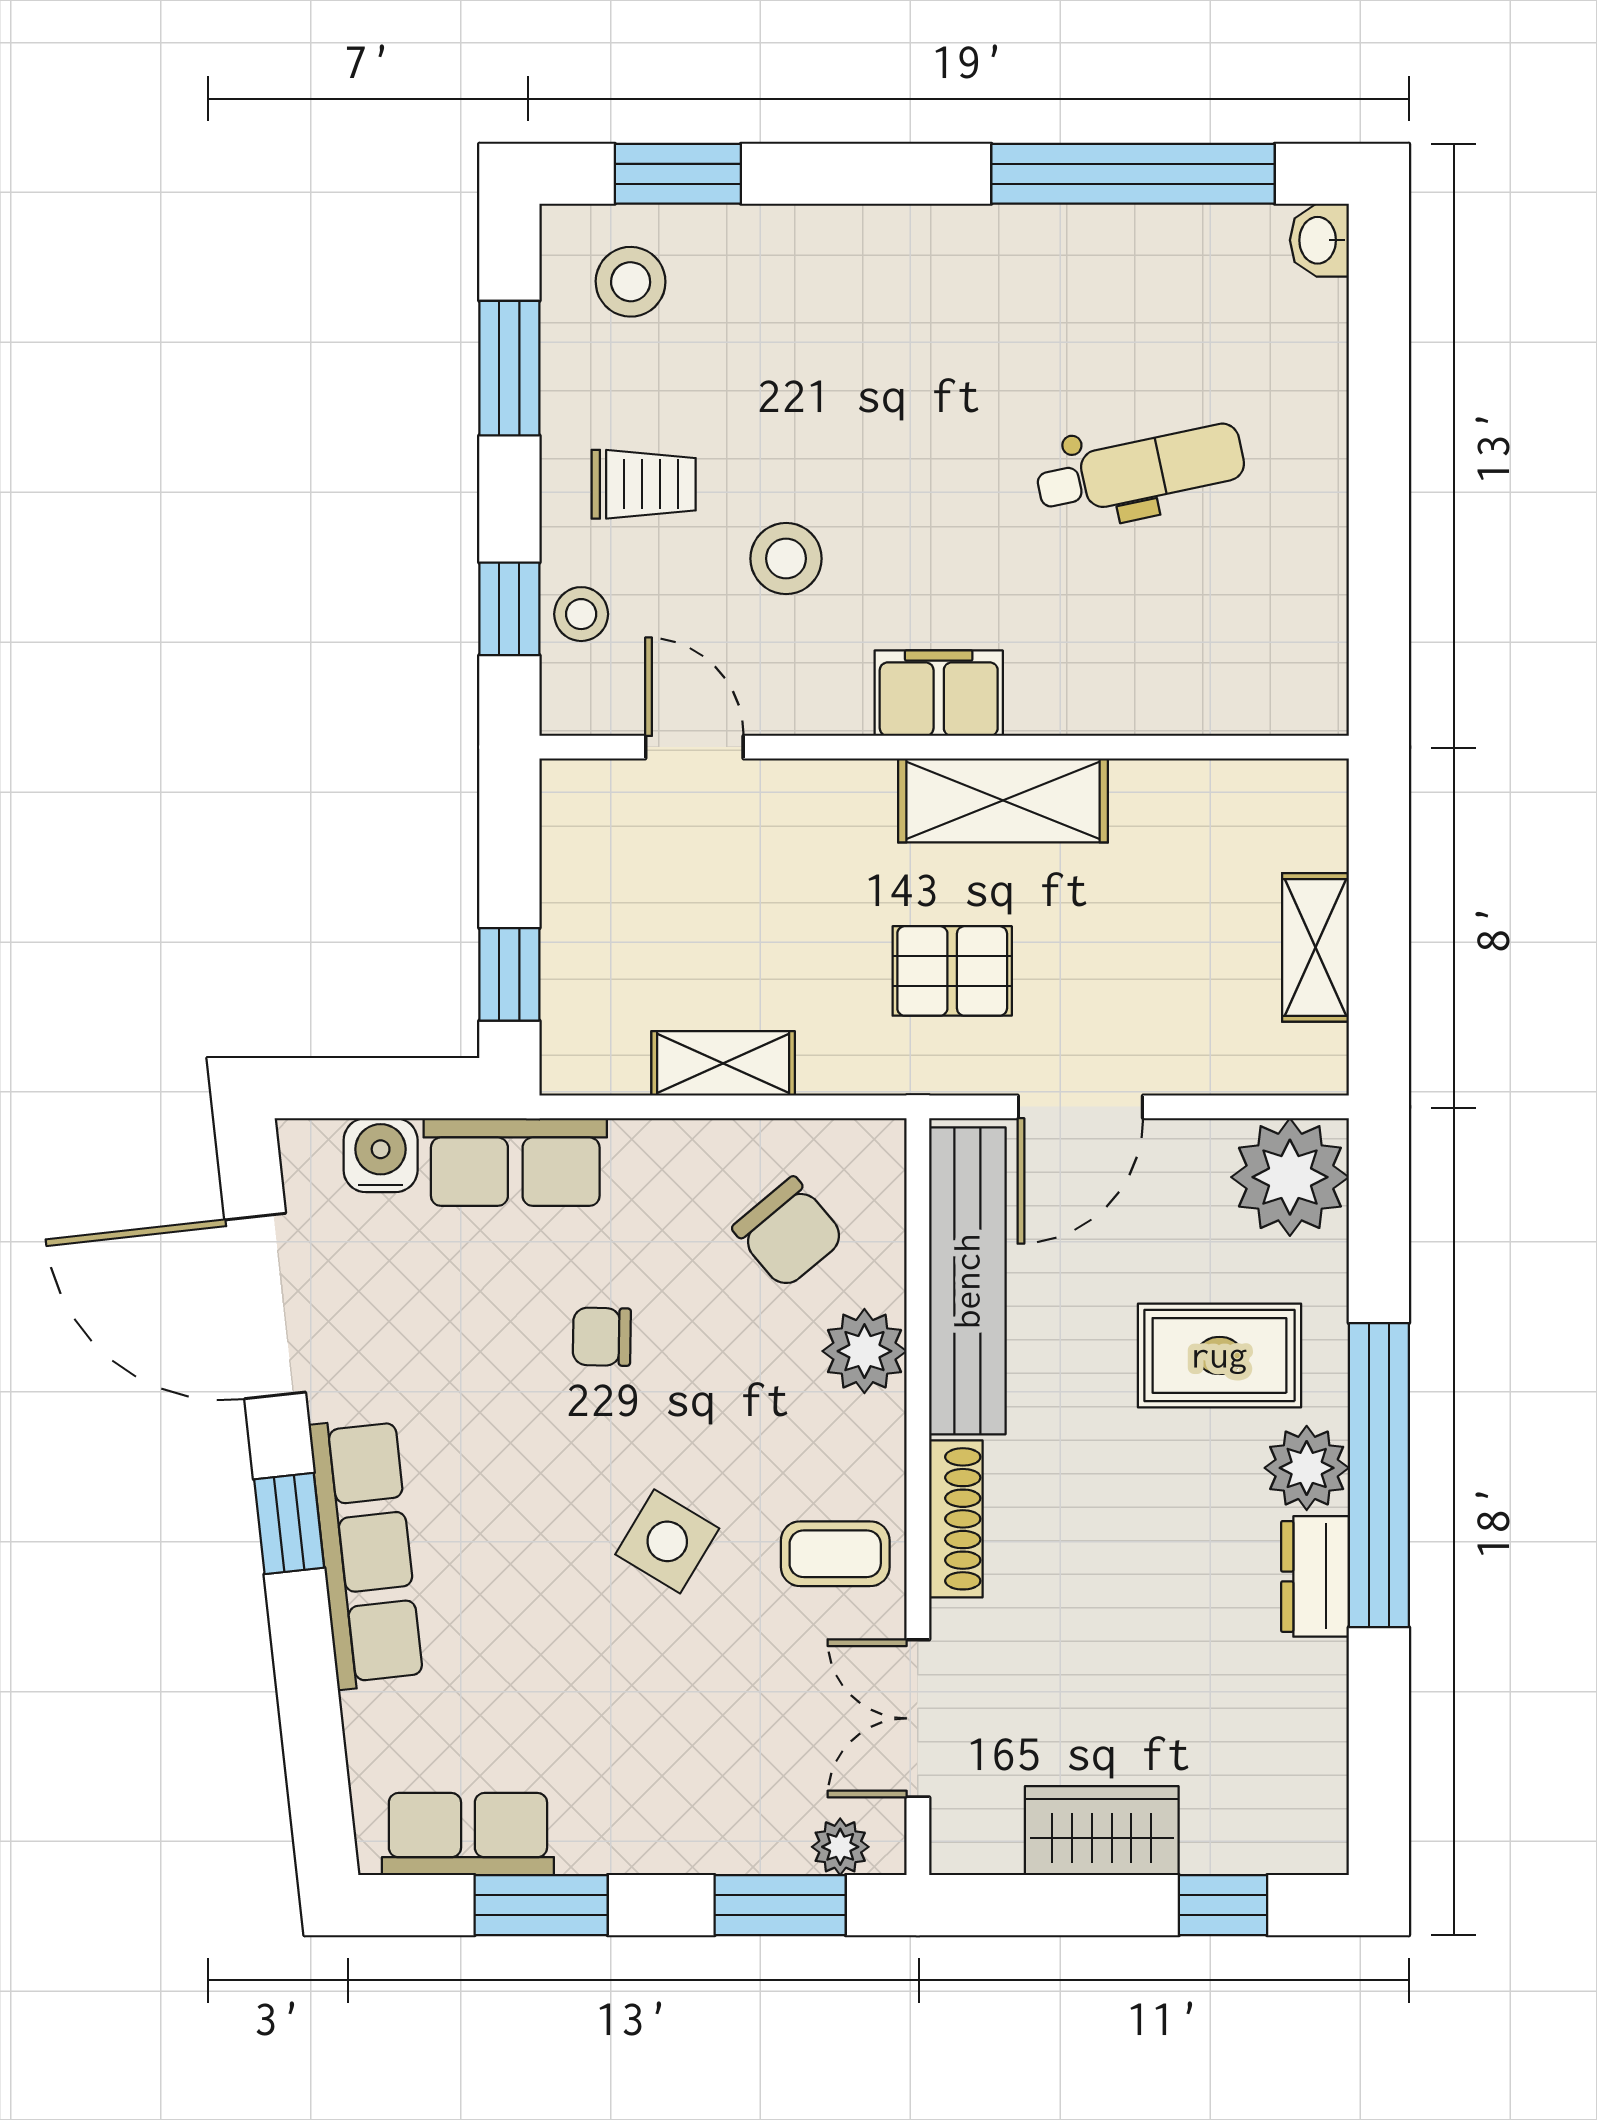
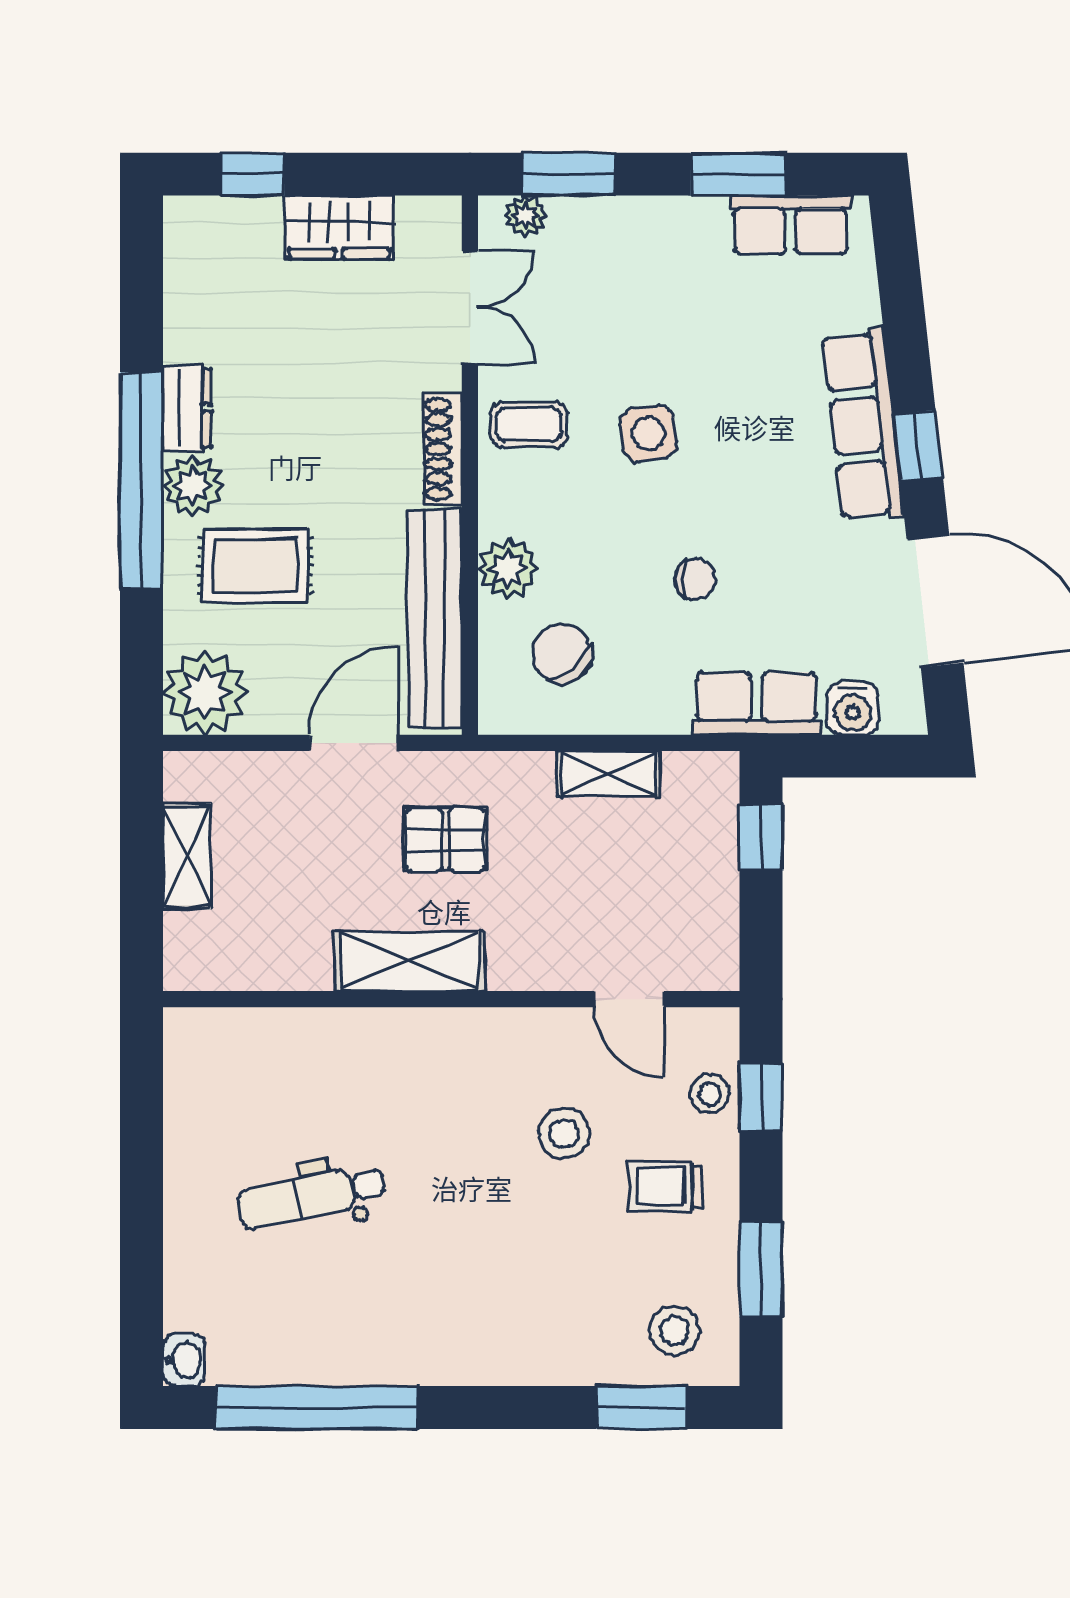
filing cabinet: (939, 693) -> (455, 1038), removed
side table: (667, 1541) -> (649, 433), turned -38

